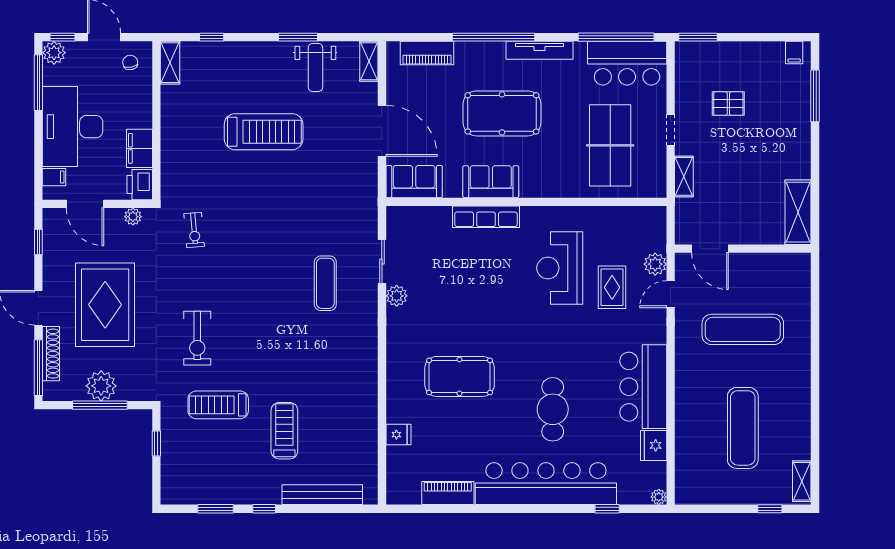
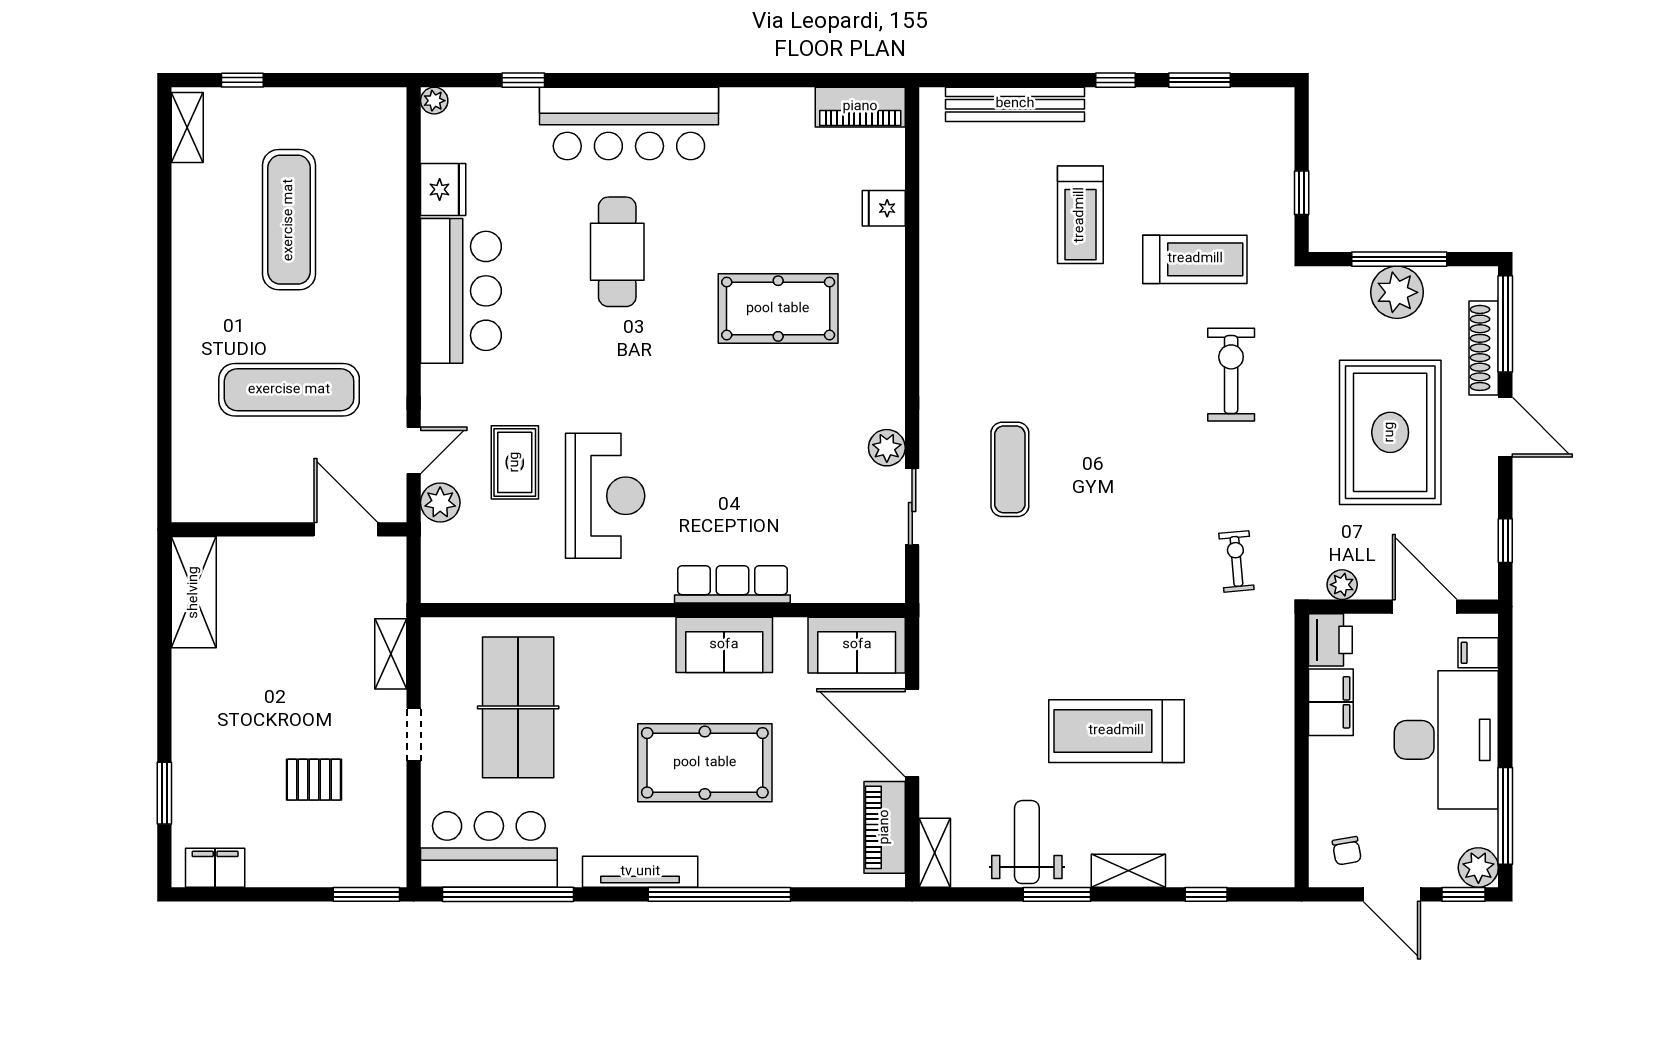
piano: (427, 53) -> (885, 827), moved, turned -90
filing cabinet: (794, 53) -> (215, 868), width x2.00
shelving: (170, 63) -> (1128, 871), moved, turned 90
window: (815, 96) -> (164, 793), width x0.69
bar counter: (546, 484) -> (629, 123), width x0.73
piano: (448, 493) -> (860, 107), moved

